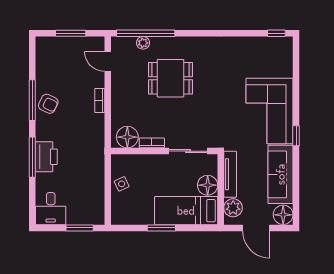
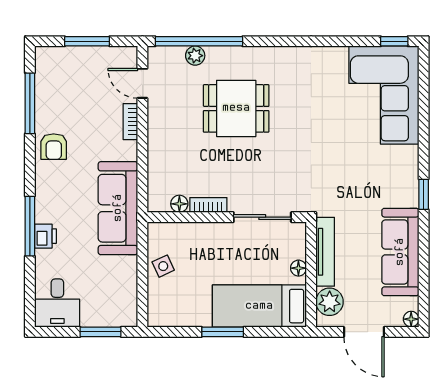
window: (32, 100) -> (30, 103), moved
bookcase: (100, 100) -> (130, 122), moved
armchair: (48, 104) -> (54, 147), turned 64
corner sofa: (269, 111) -> (384, 95), moved
floor lamp: (127, 137) -> (179, 204), width x0.53, depth x0.53
sofa: (91, 145) -> (118, 208), added
printer: (46, 157) -> (45, 236), width x0.53, depth x0.68
floor lamp: (208, 185) -> (298, 268), width x0.53, depth x0.53
floor lamp: (283, 215) -> (411, 319), width x0.53, depth x0.53

